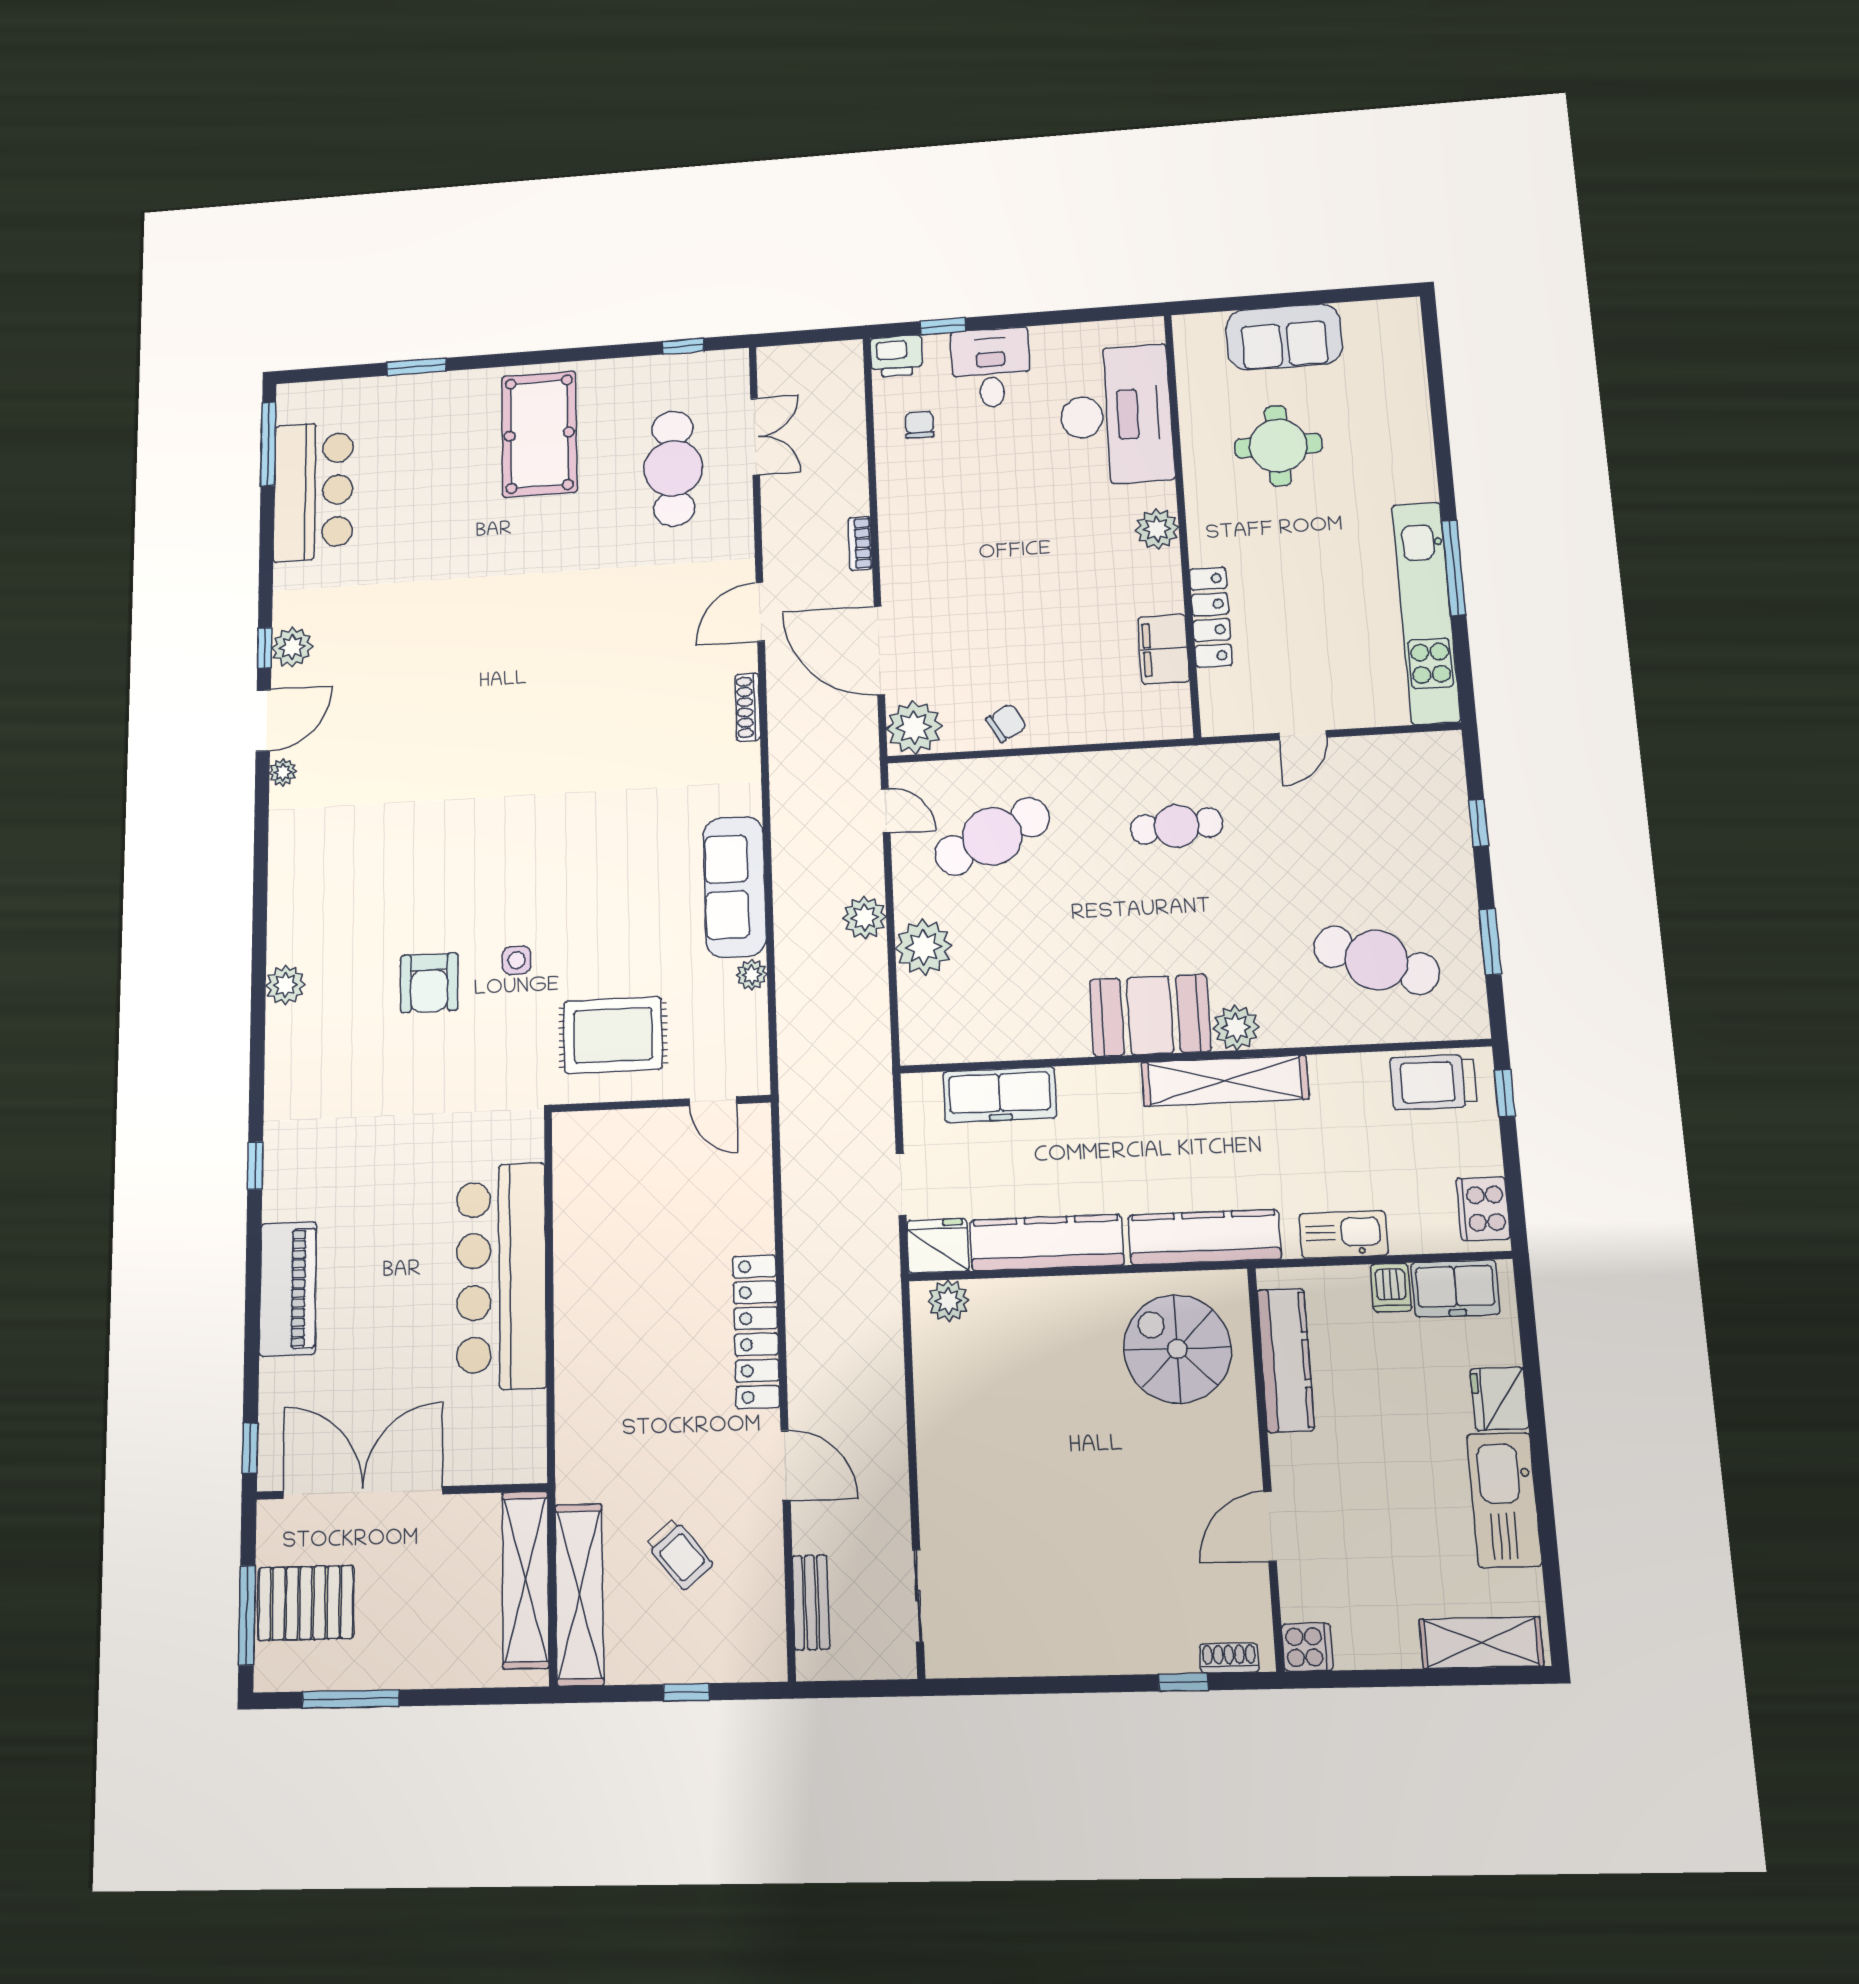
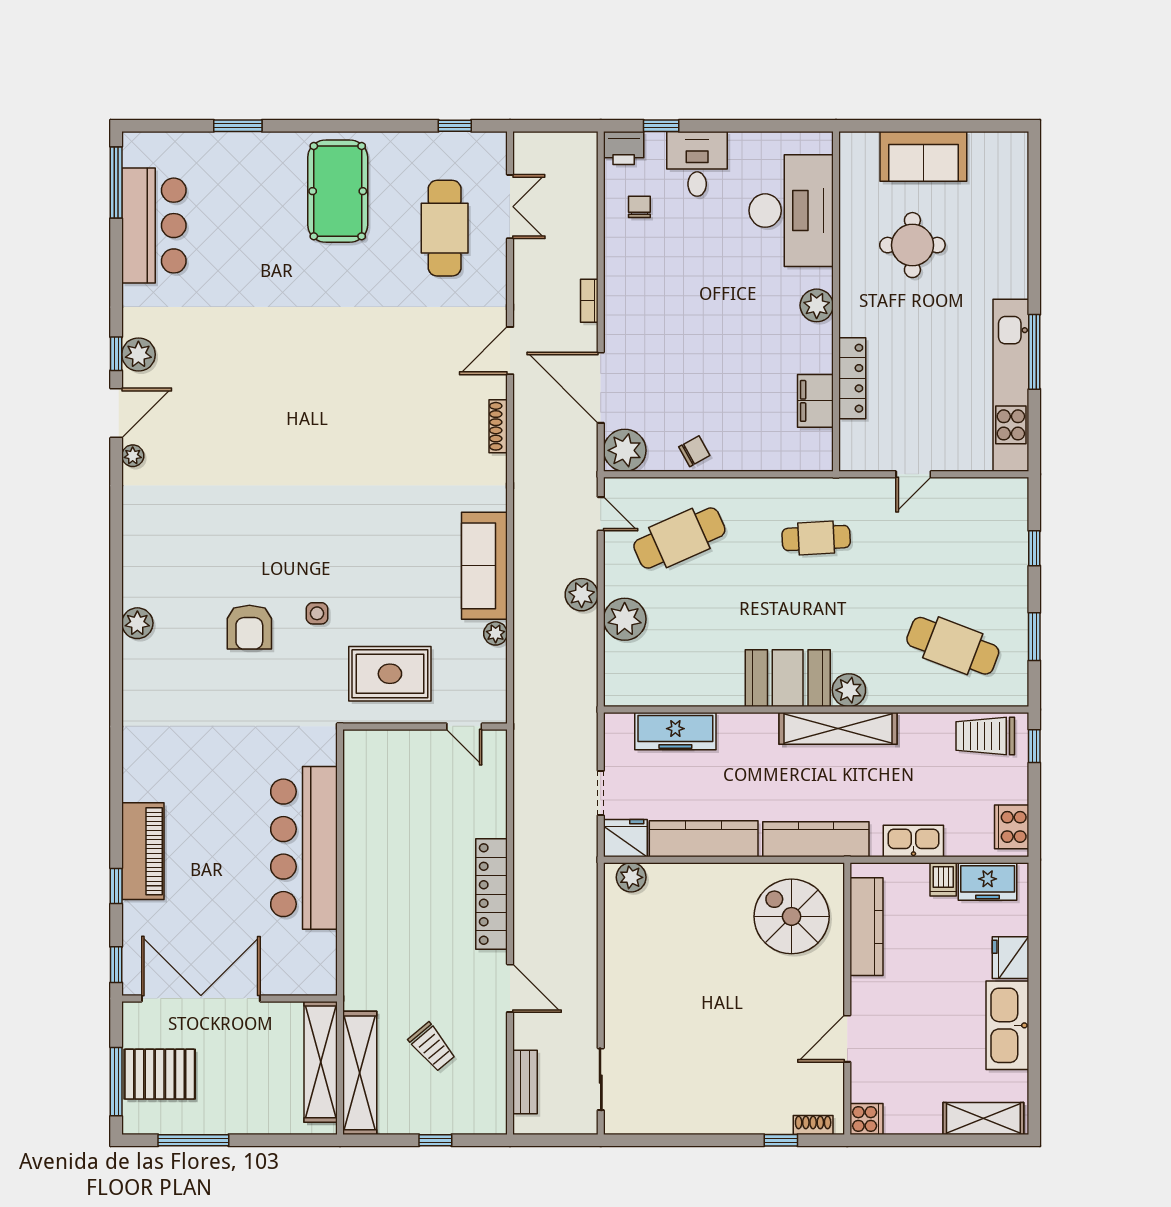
window: (255, 1166) -> (116, 886), moved

